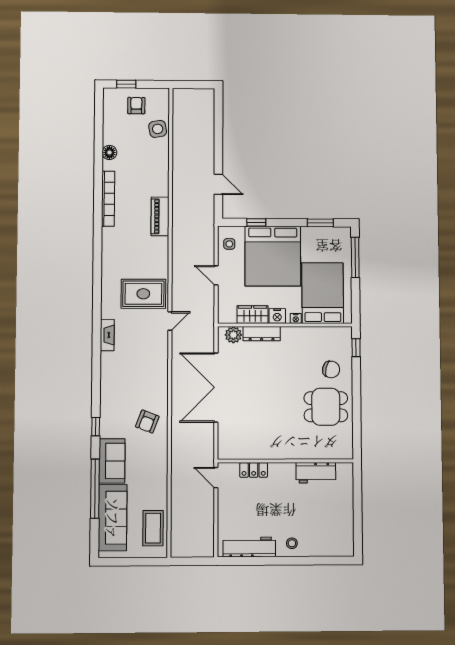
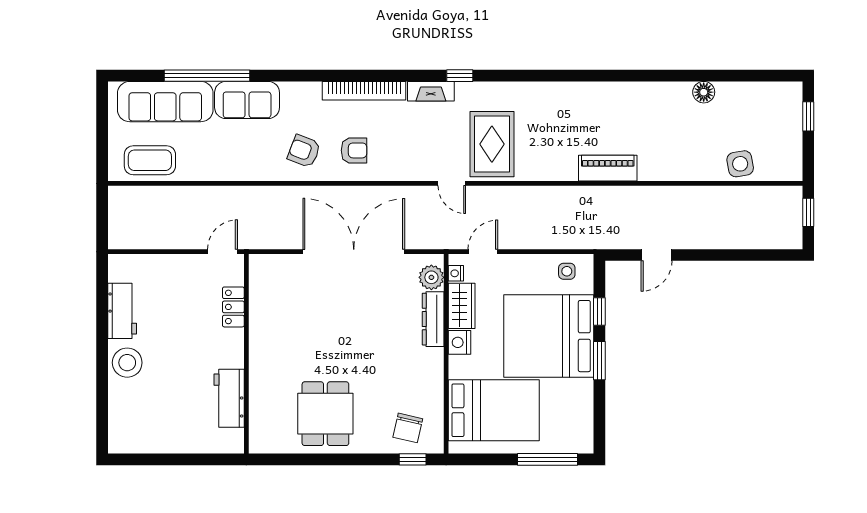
window: (190, 85) -> (808, 212), added
armchair: (136, 106) -> (354, 150), moved
bookcase: (108, 199) -> (364, 91), moved
window: (320, 223) -> (599, 361), moved
door: (216, 275) -> (483, 252), moved
nightstand: (296, 318) -> (456, 273), moved
chair: (331, 369) -> (408, 428), moved
window: (96, 427) -> (460, 76), moved
stool: (292, 543) -> (127, 363), width x1.89, depth x1.89
workbench: (249, 547) -> (122, 311), width x0.73

